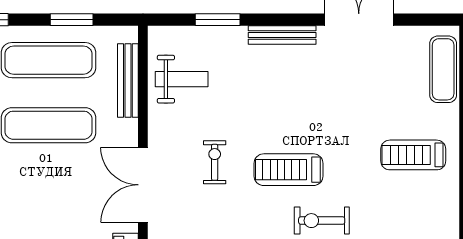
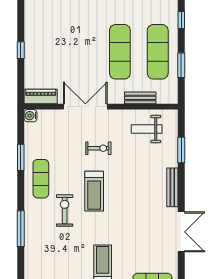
weight bench: (182, 79) -> (147, 129), turned 90
bench: (128, 81) -> (140, 98), width x0.73
treadmill: (289, 170) -> (94, 191), turned 180

